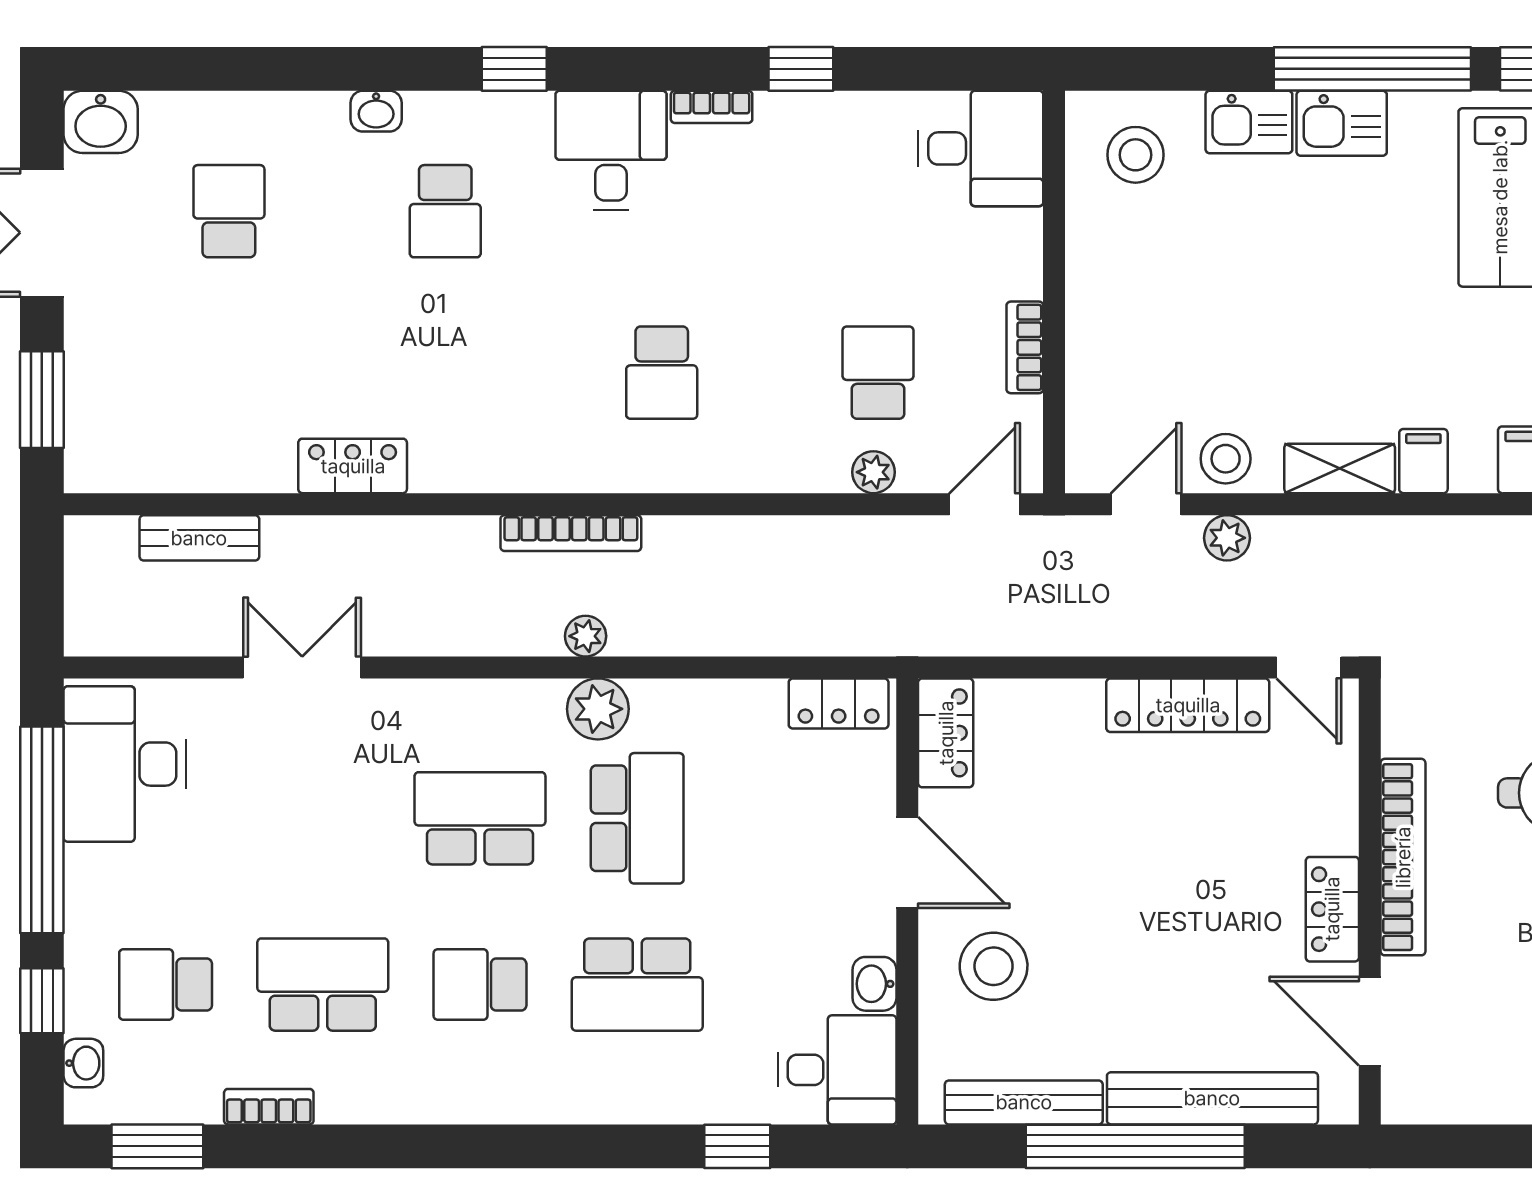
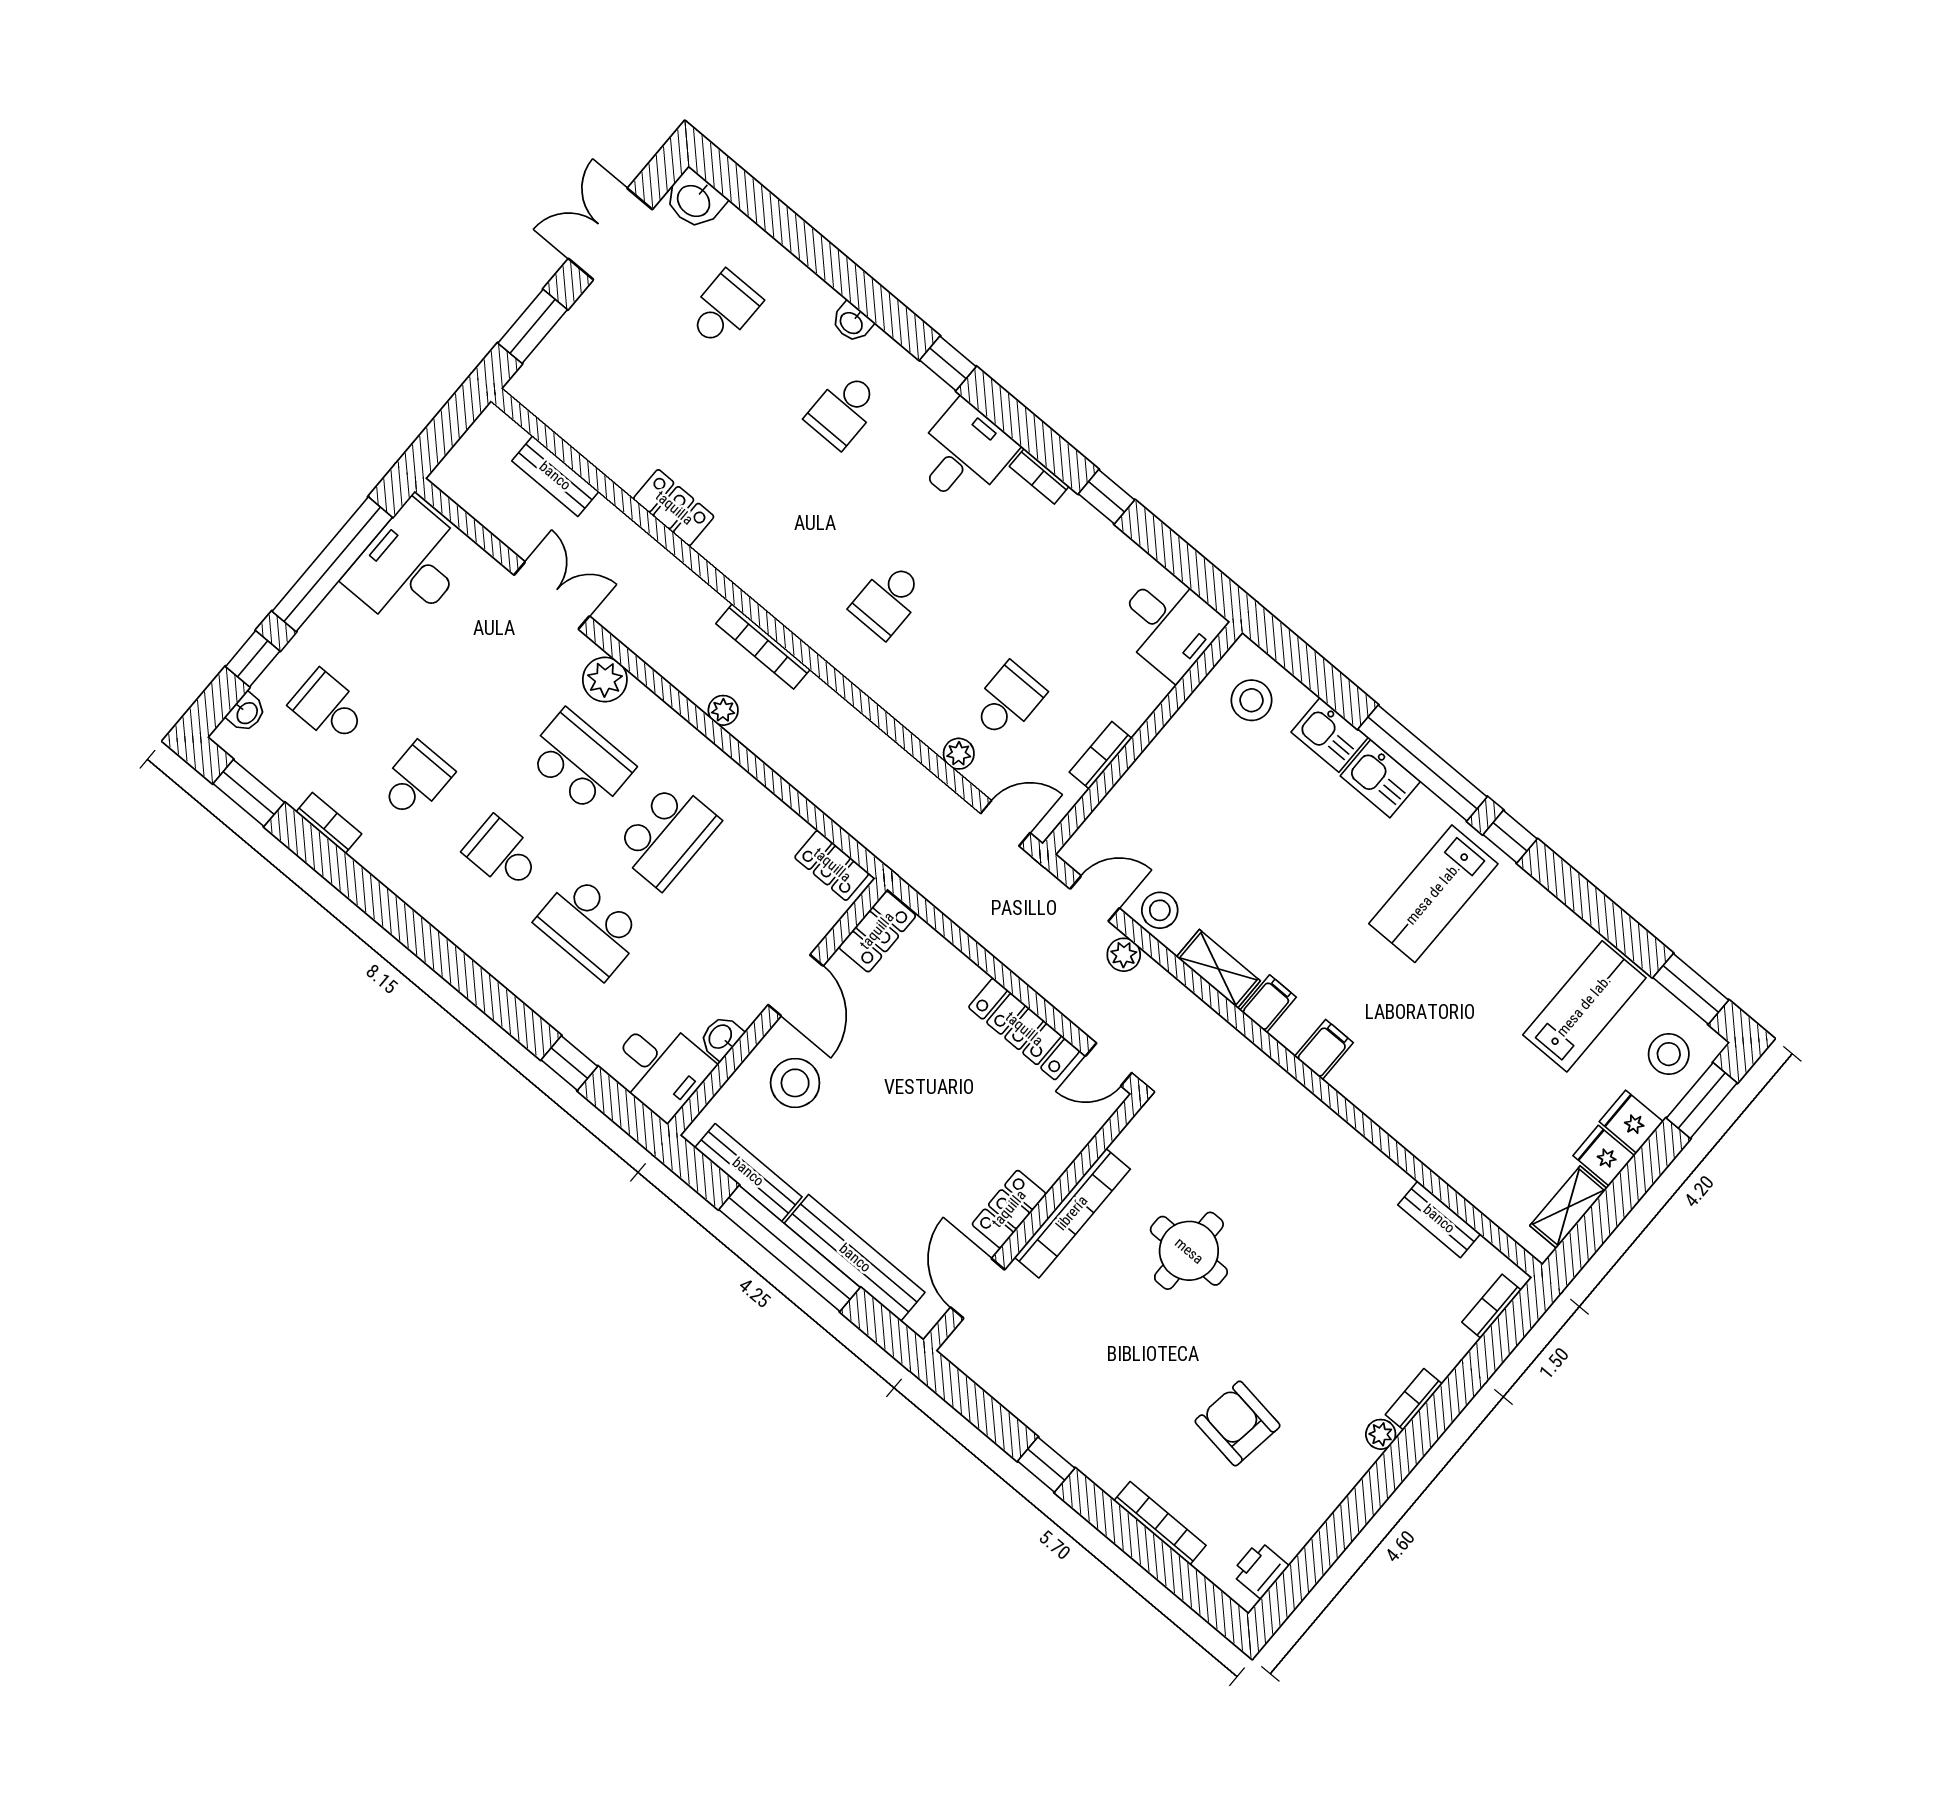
door: (1309, 667) -> (1109, 1064), hinge flipped
plant: (598, 709) -> (605, 680), moved
school desk: (323, 985) -> (416, 781), width x0.54

